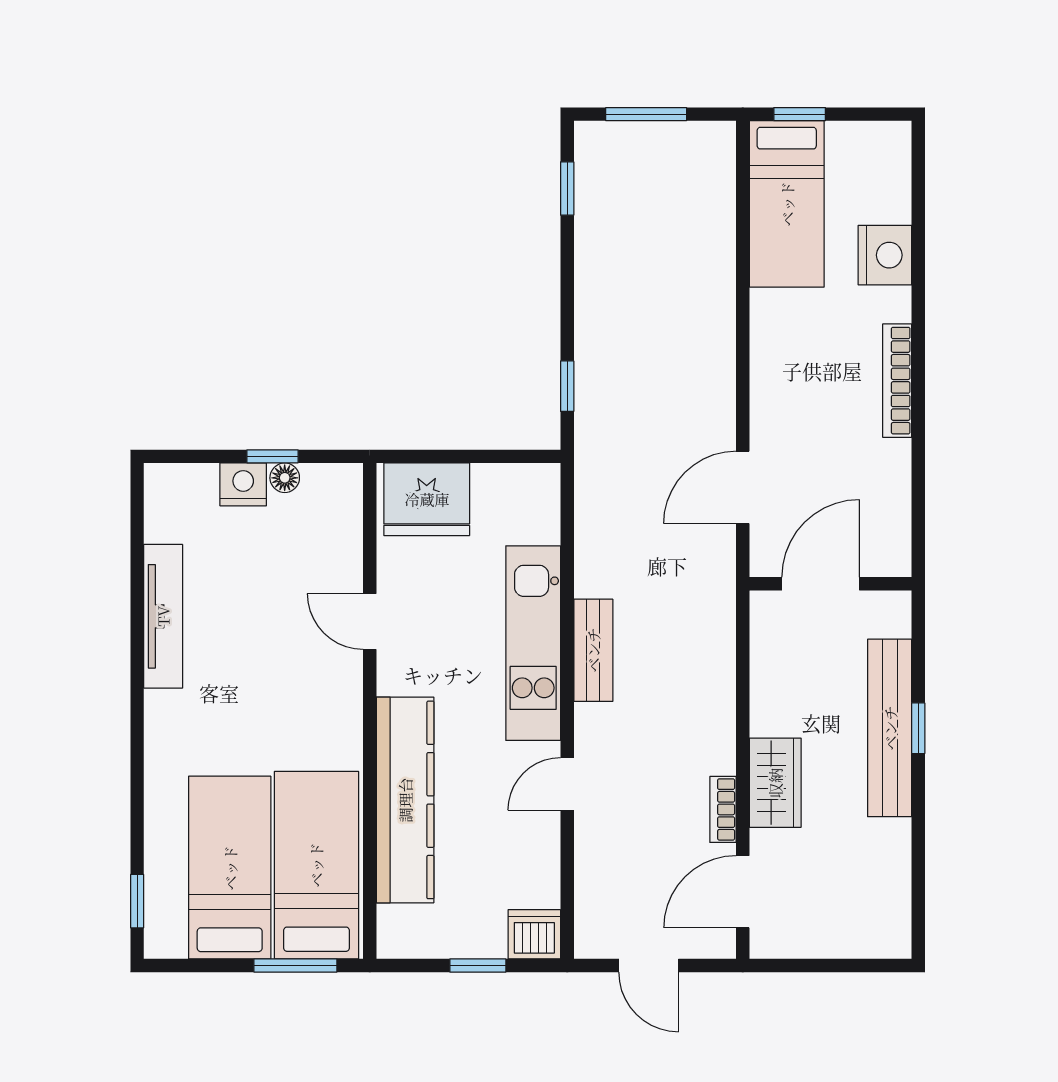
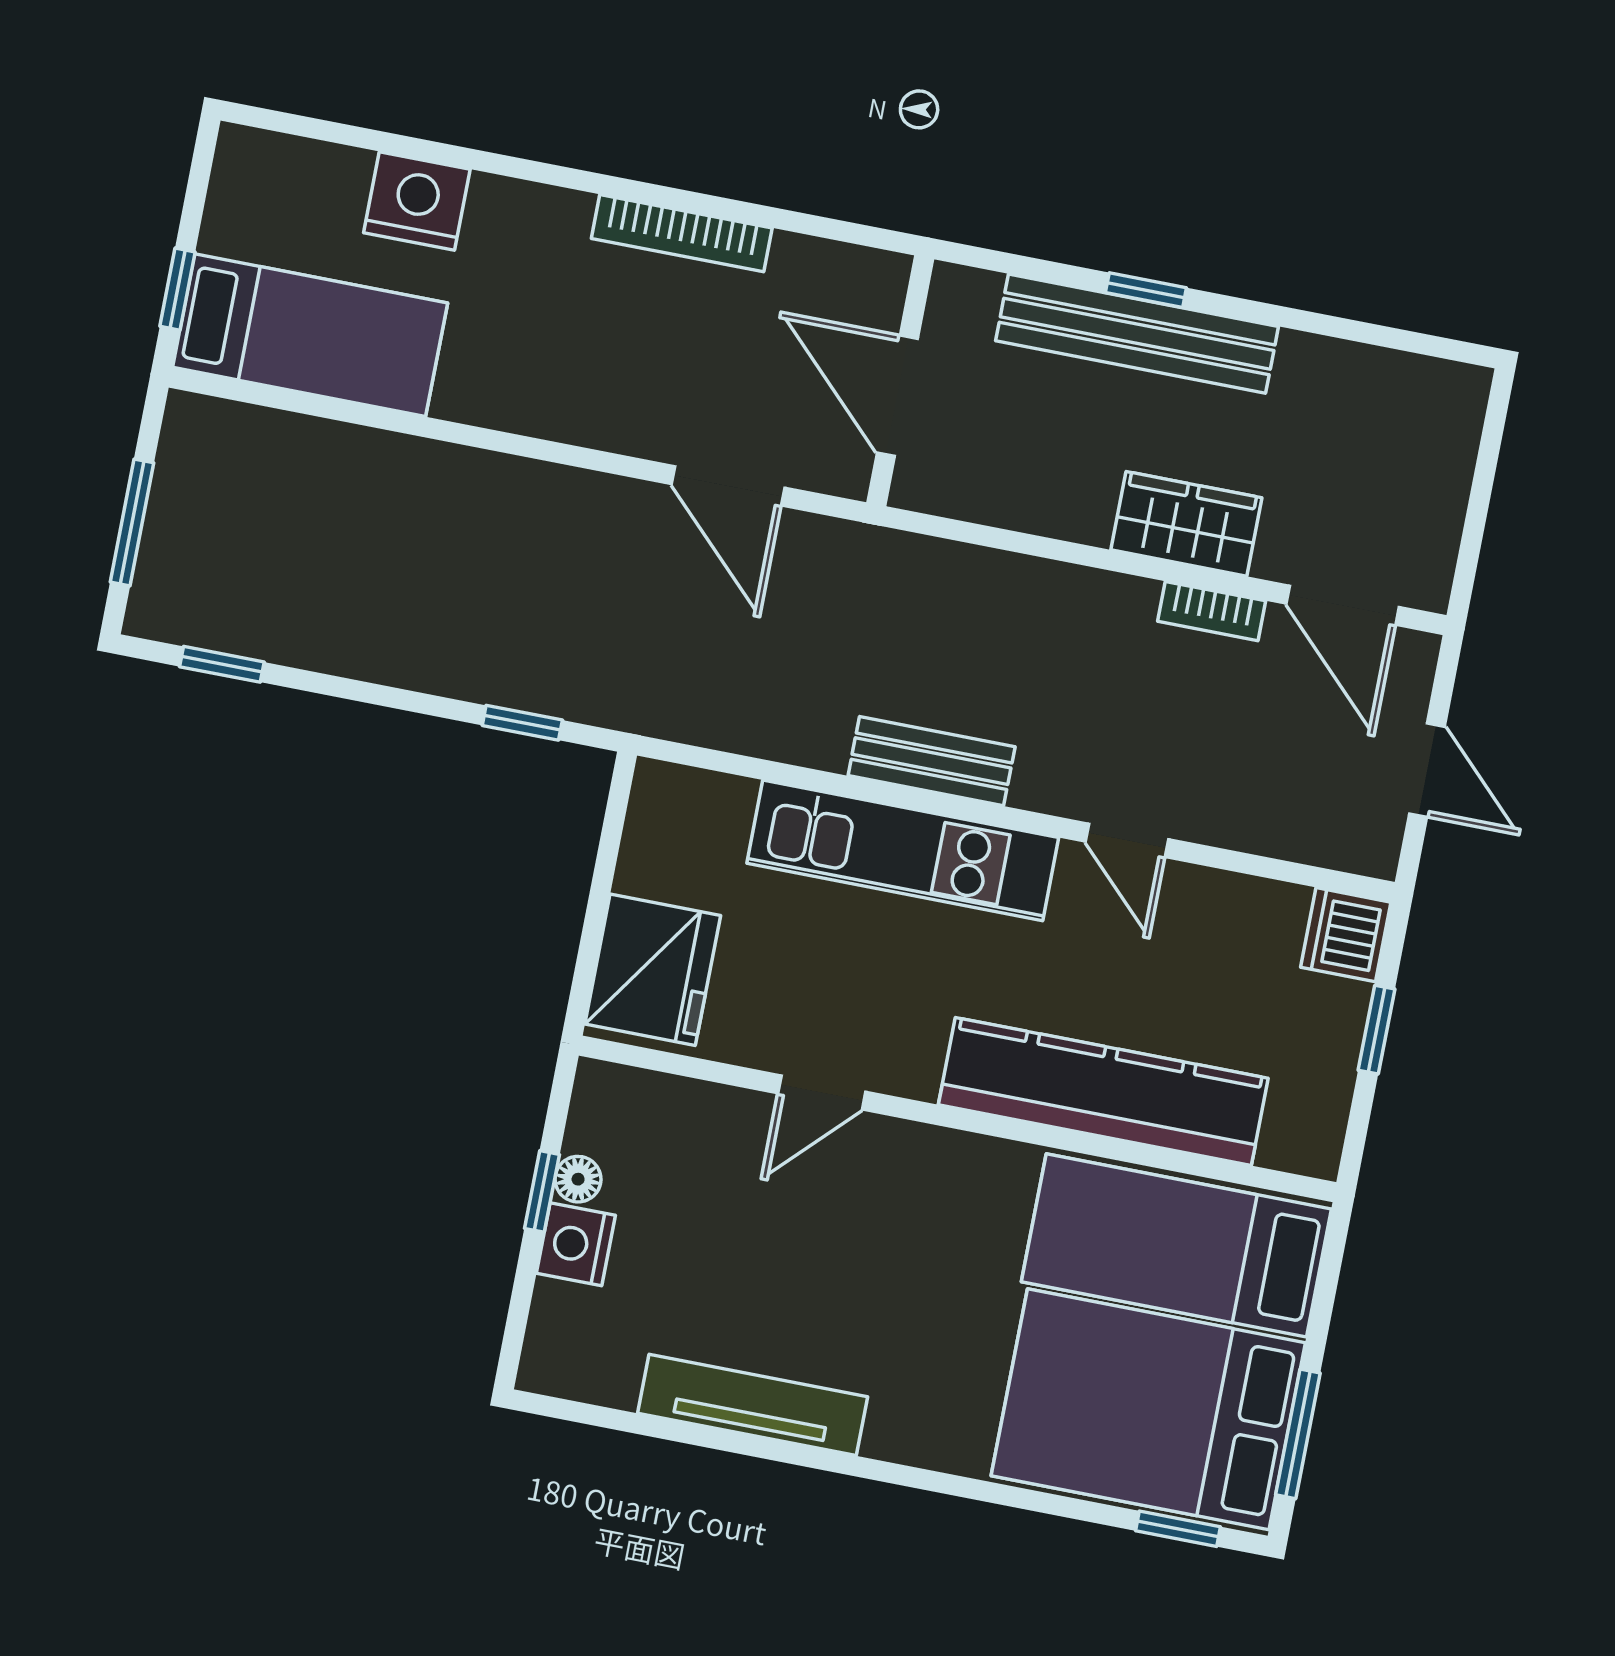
bookcase: (897, 381) -> (682, 233), moved
bed: (230, 868) -> (1148, 1409), width x1.50
window: (295, 965) -> (1298, 1434), moved
door: (649, 965) -> (1427, 770), hinge flipped

